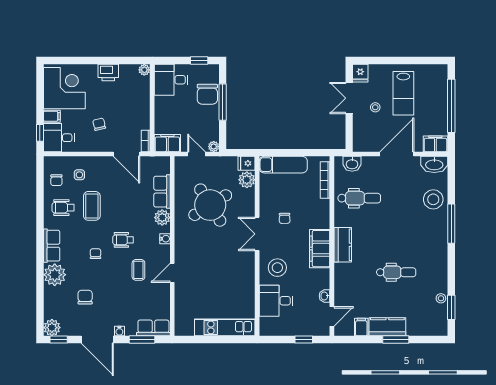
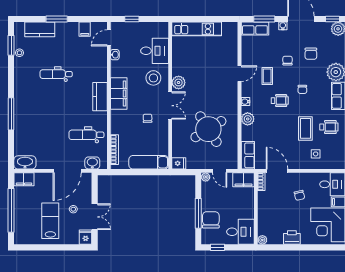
door: (397, 154) -> (67, 171), moved
chair: (56, 180) -> (288, 61), moved
plant: (247, 180) -> (179, 82), moved
row of seats: (162, 192) -> (248, 155), moved
stool: (433, 199) -> (26, 134), removed
kitchen counter: (387, 327) -> (40, 29), moved

